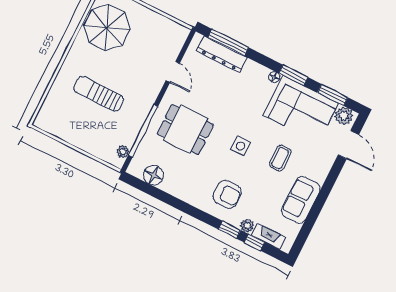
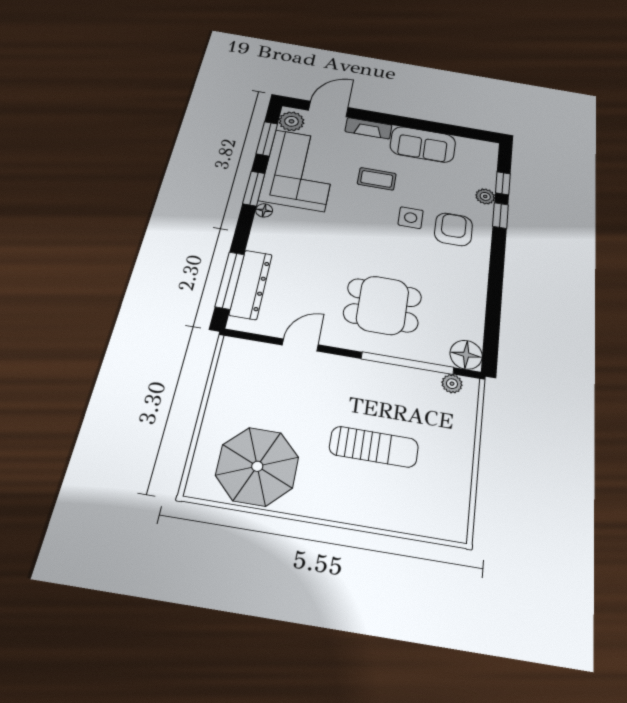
sun lounger: (99, 94) -> (374, 447), turned -90
dining table: (185, 129) -> (383, 305), turned 90
side table: (241, 146) -> (411, 218), moved
floor lamp: (154, 175) -> (466, 355), moved
fireplace: (268, 236) -> (368, 128), moved, turned -90

